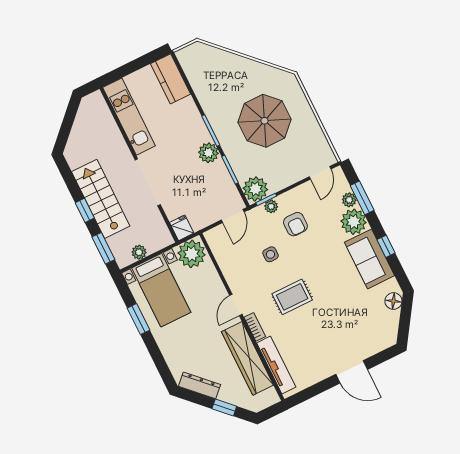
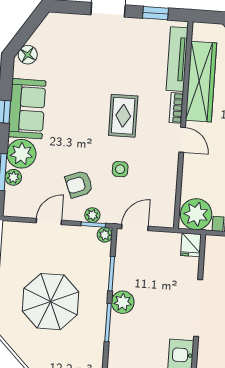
door: (320, 173) -> (49, 221), moved
plant: (255, 189) -> (105, 235), width x0.53, depth x0.53
armchair: (295, 224) -> (79, 184), turned -111
rug: (292, 297) -> (123, 116), turned 90
door: (236, 305) -> (182, 140), hinge flipped
window: (314, 391) -> (155, 13), added

